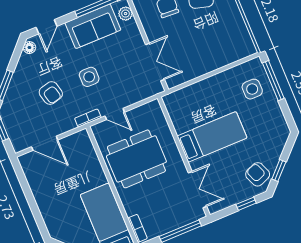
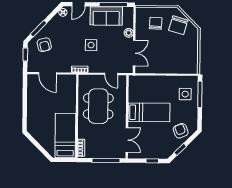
plant: (126, 14) -> (129, 33), moved
armchair: (51, 93) -> (44, 45), moved
door: (115, 114) -> (111, 74), moved
dining table: (136, 159) -> (98, 106), turned 90
armchair: (258, 174) -> (181, 131), moved

